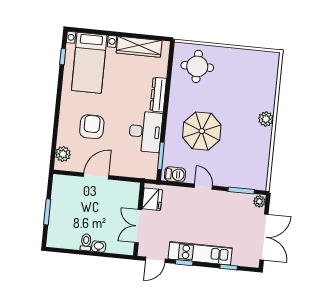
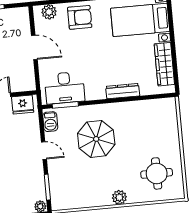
round table: (197, 66) -> (157, 173), moved
armchair: (92, 127) -> (80, 17), moved
desk: (145, 132) -> (65, 88), moved
door: (203, 187) -> (44, 151), hinge flipped

